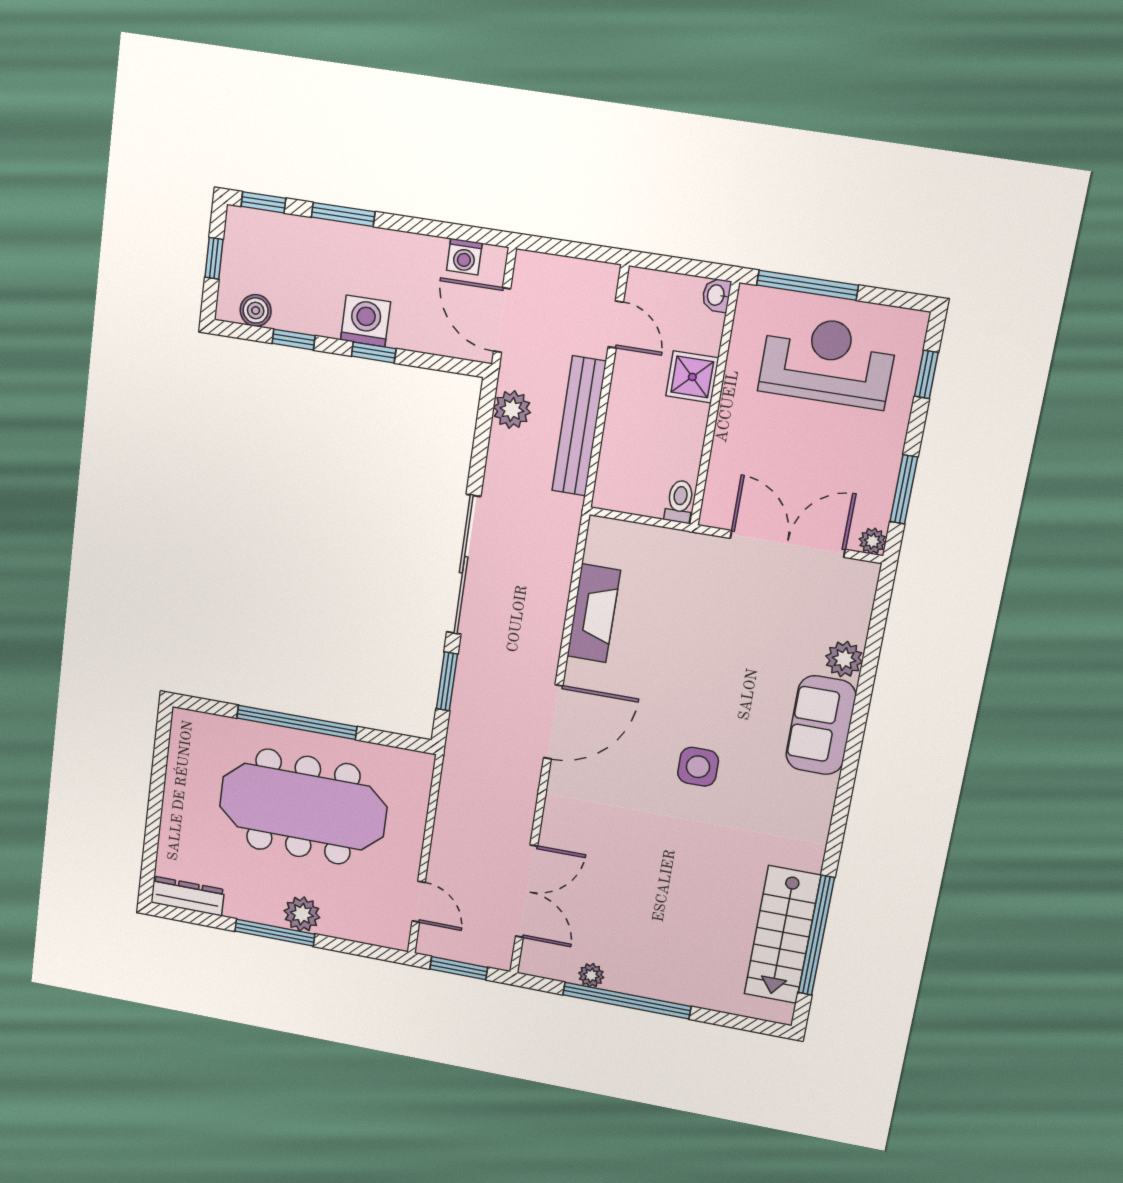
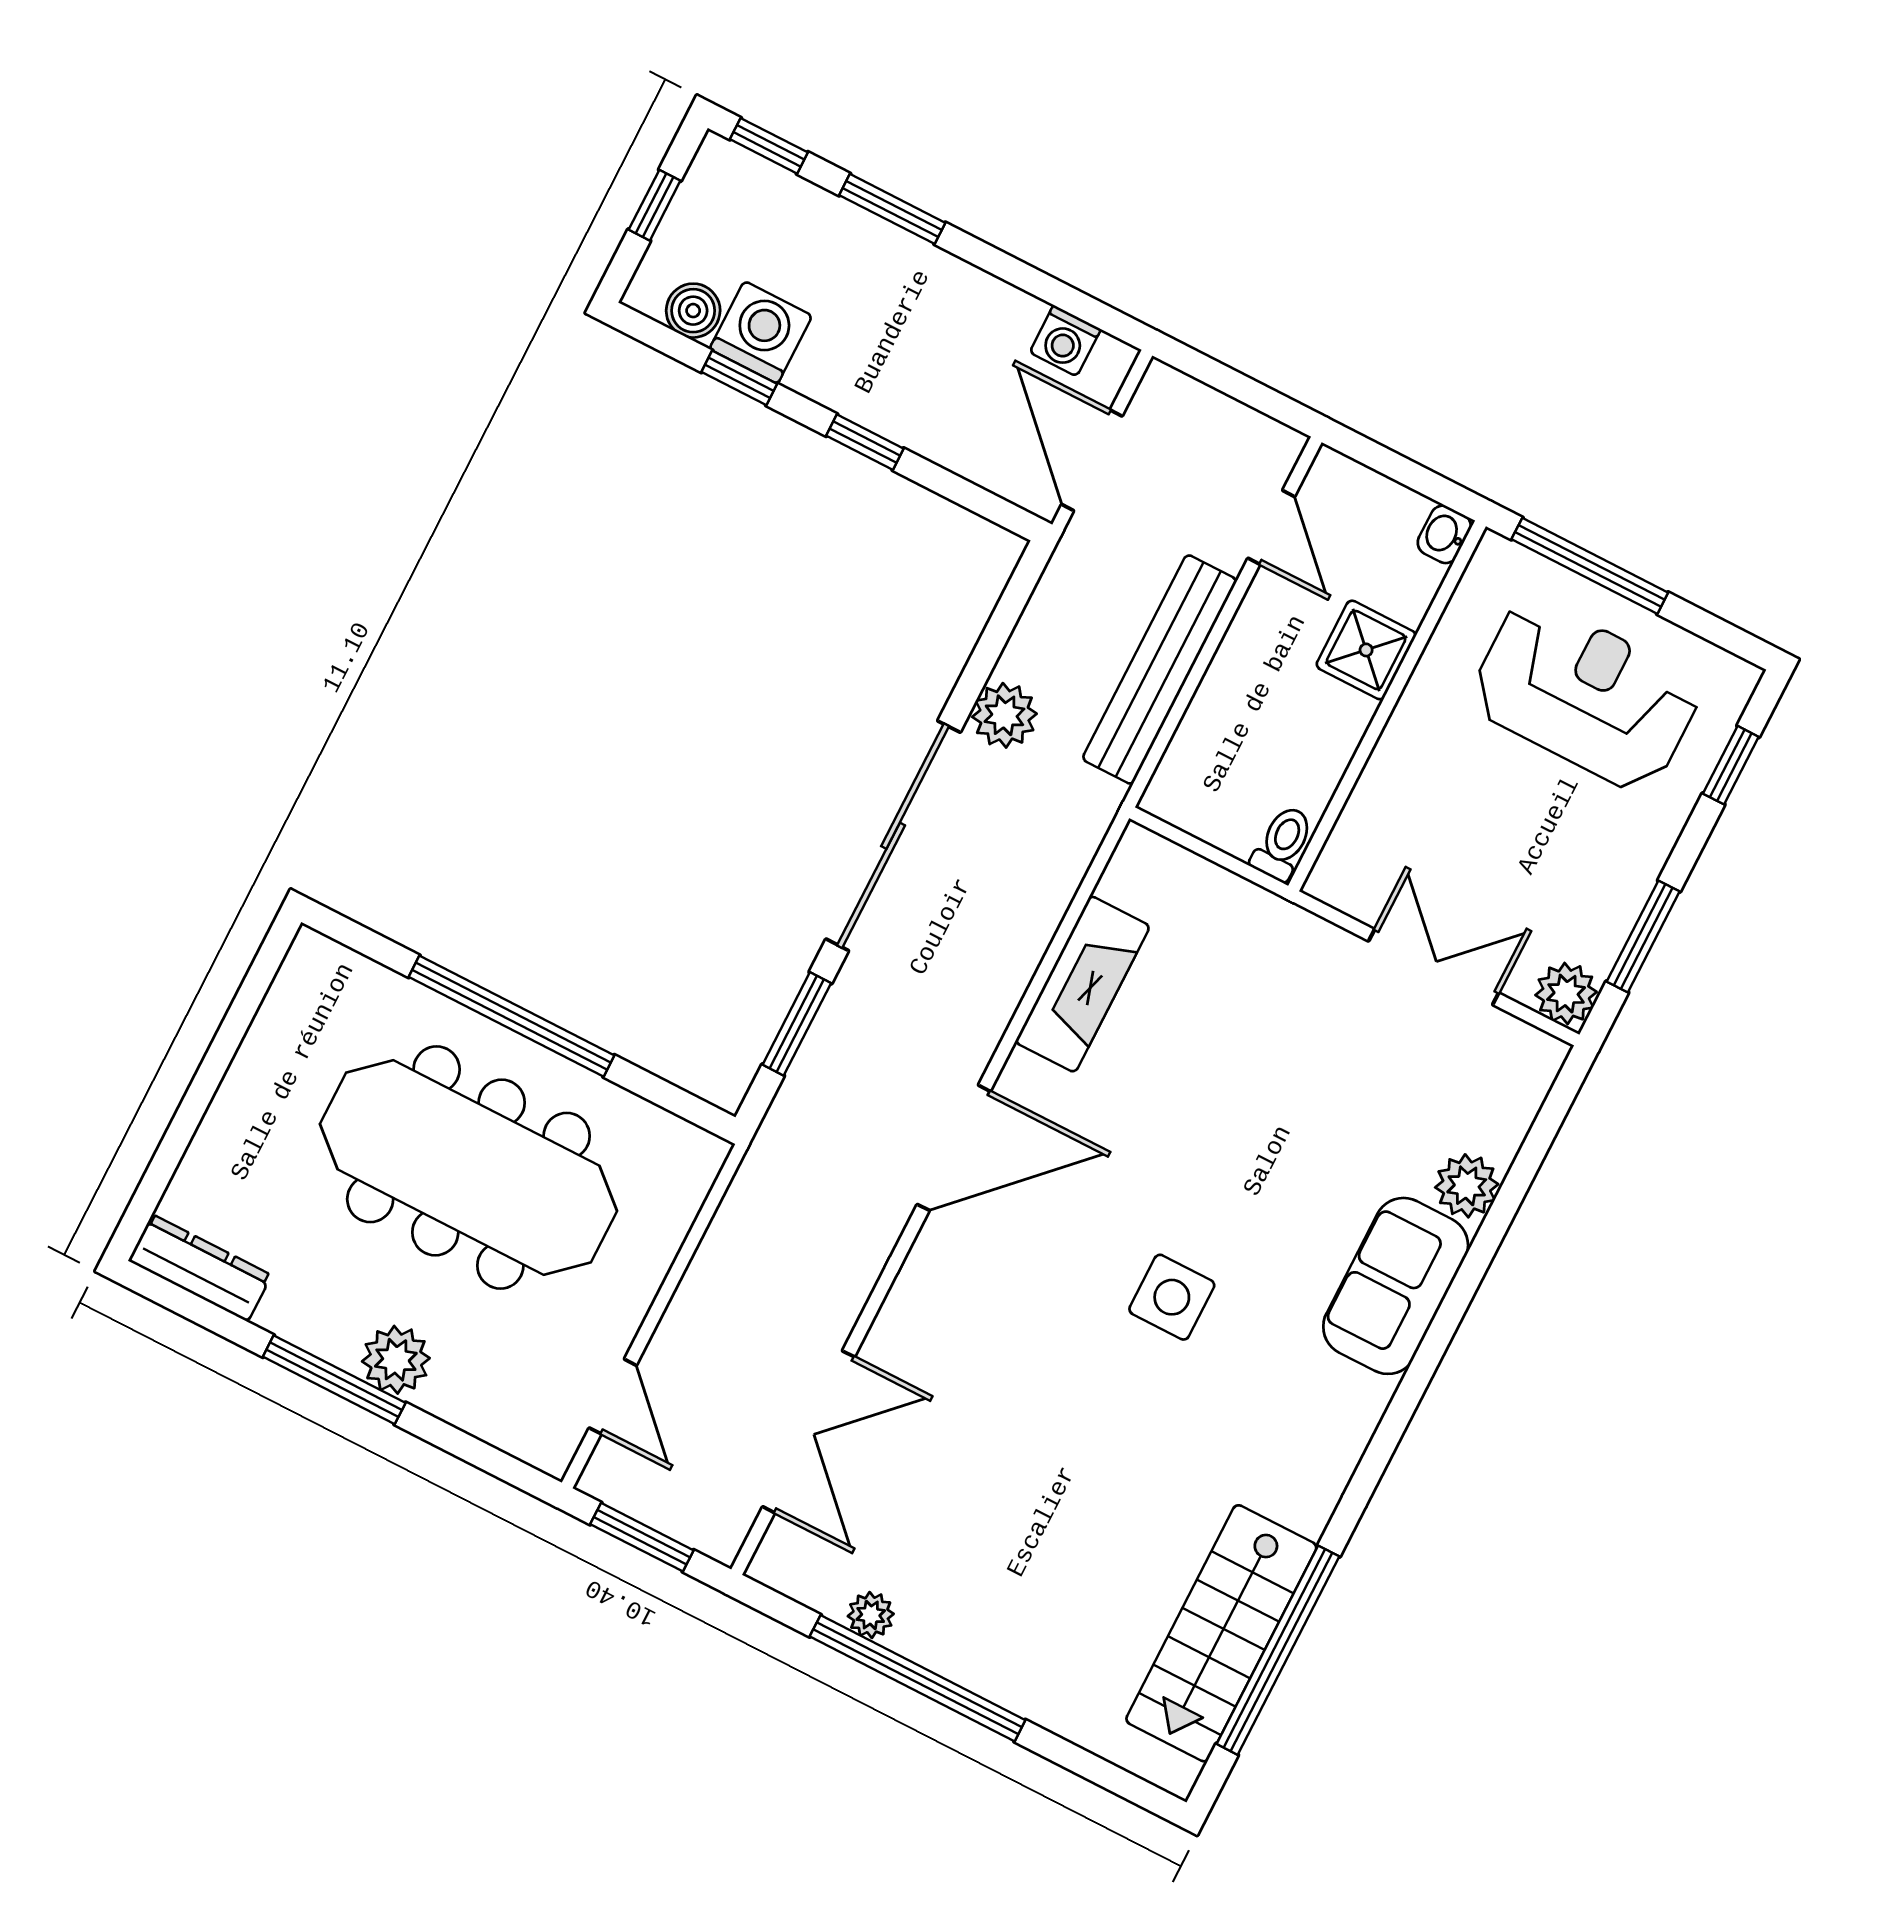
washing machine: (366, 321) -> (761, 332), moved
plant: (512, 410) -> (1004, 715), moved
plant: (873, 541) -> (1566, 994), width x1.38, depth x1.38
double door: (787, 544) -> (1434, 967), width x0.73

